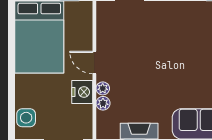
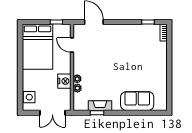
door: (94, 62) -> (72, 45), moved

